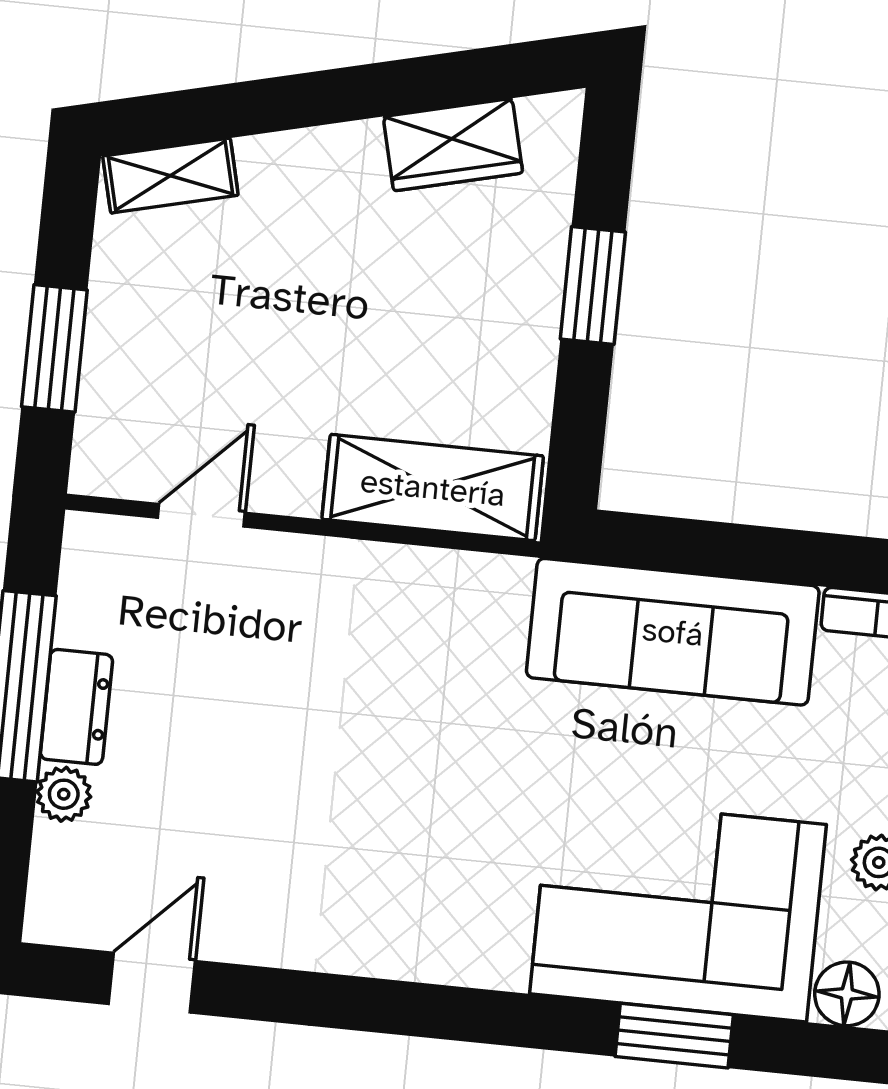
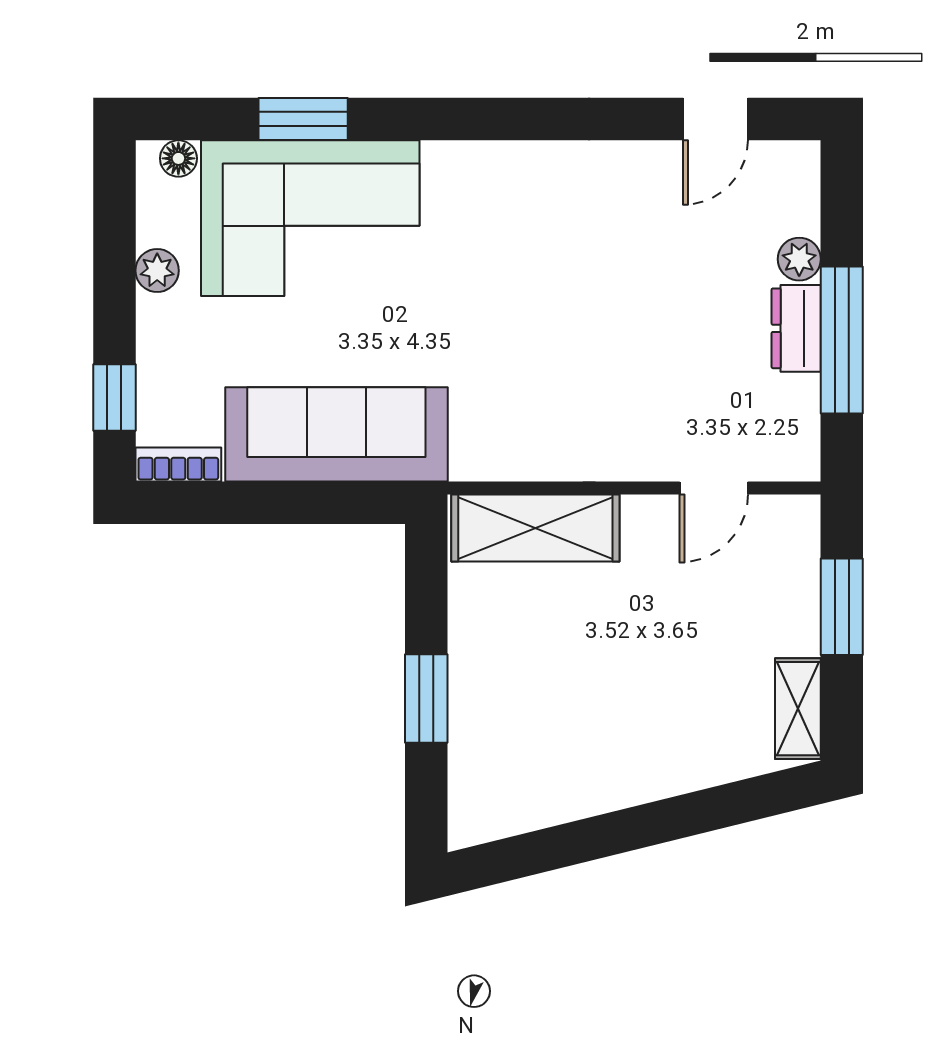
wardrobe: (453, 145) -> (547, 797), removed
shelving: (170, 176) -> (798, 709), moved, turned -76
floor lamp: (847, 994) -> (178, 158), width x0.73, depth x0.73

